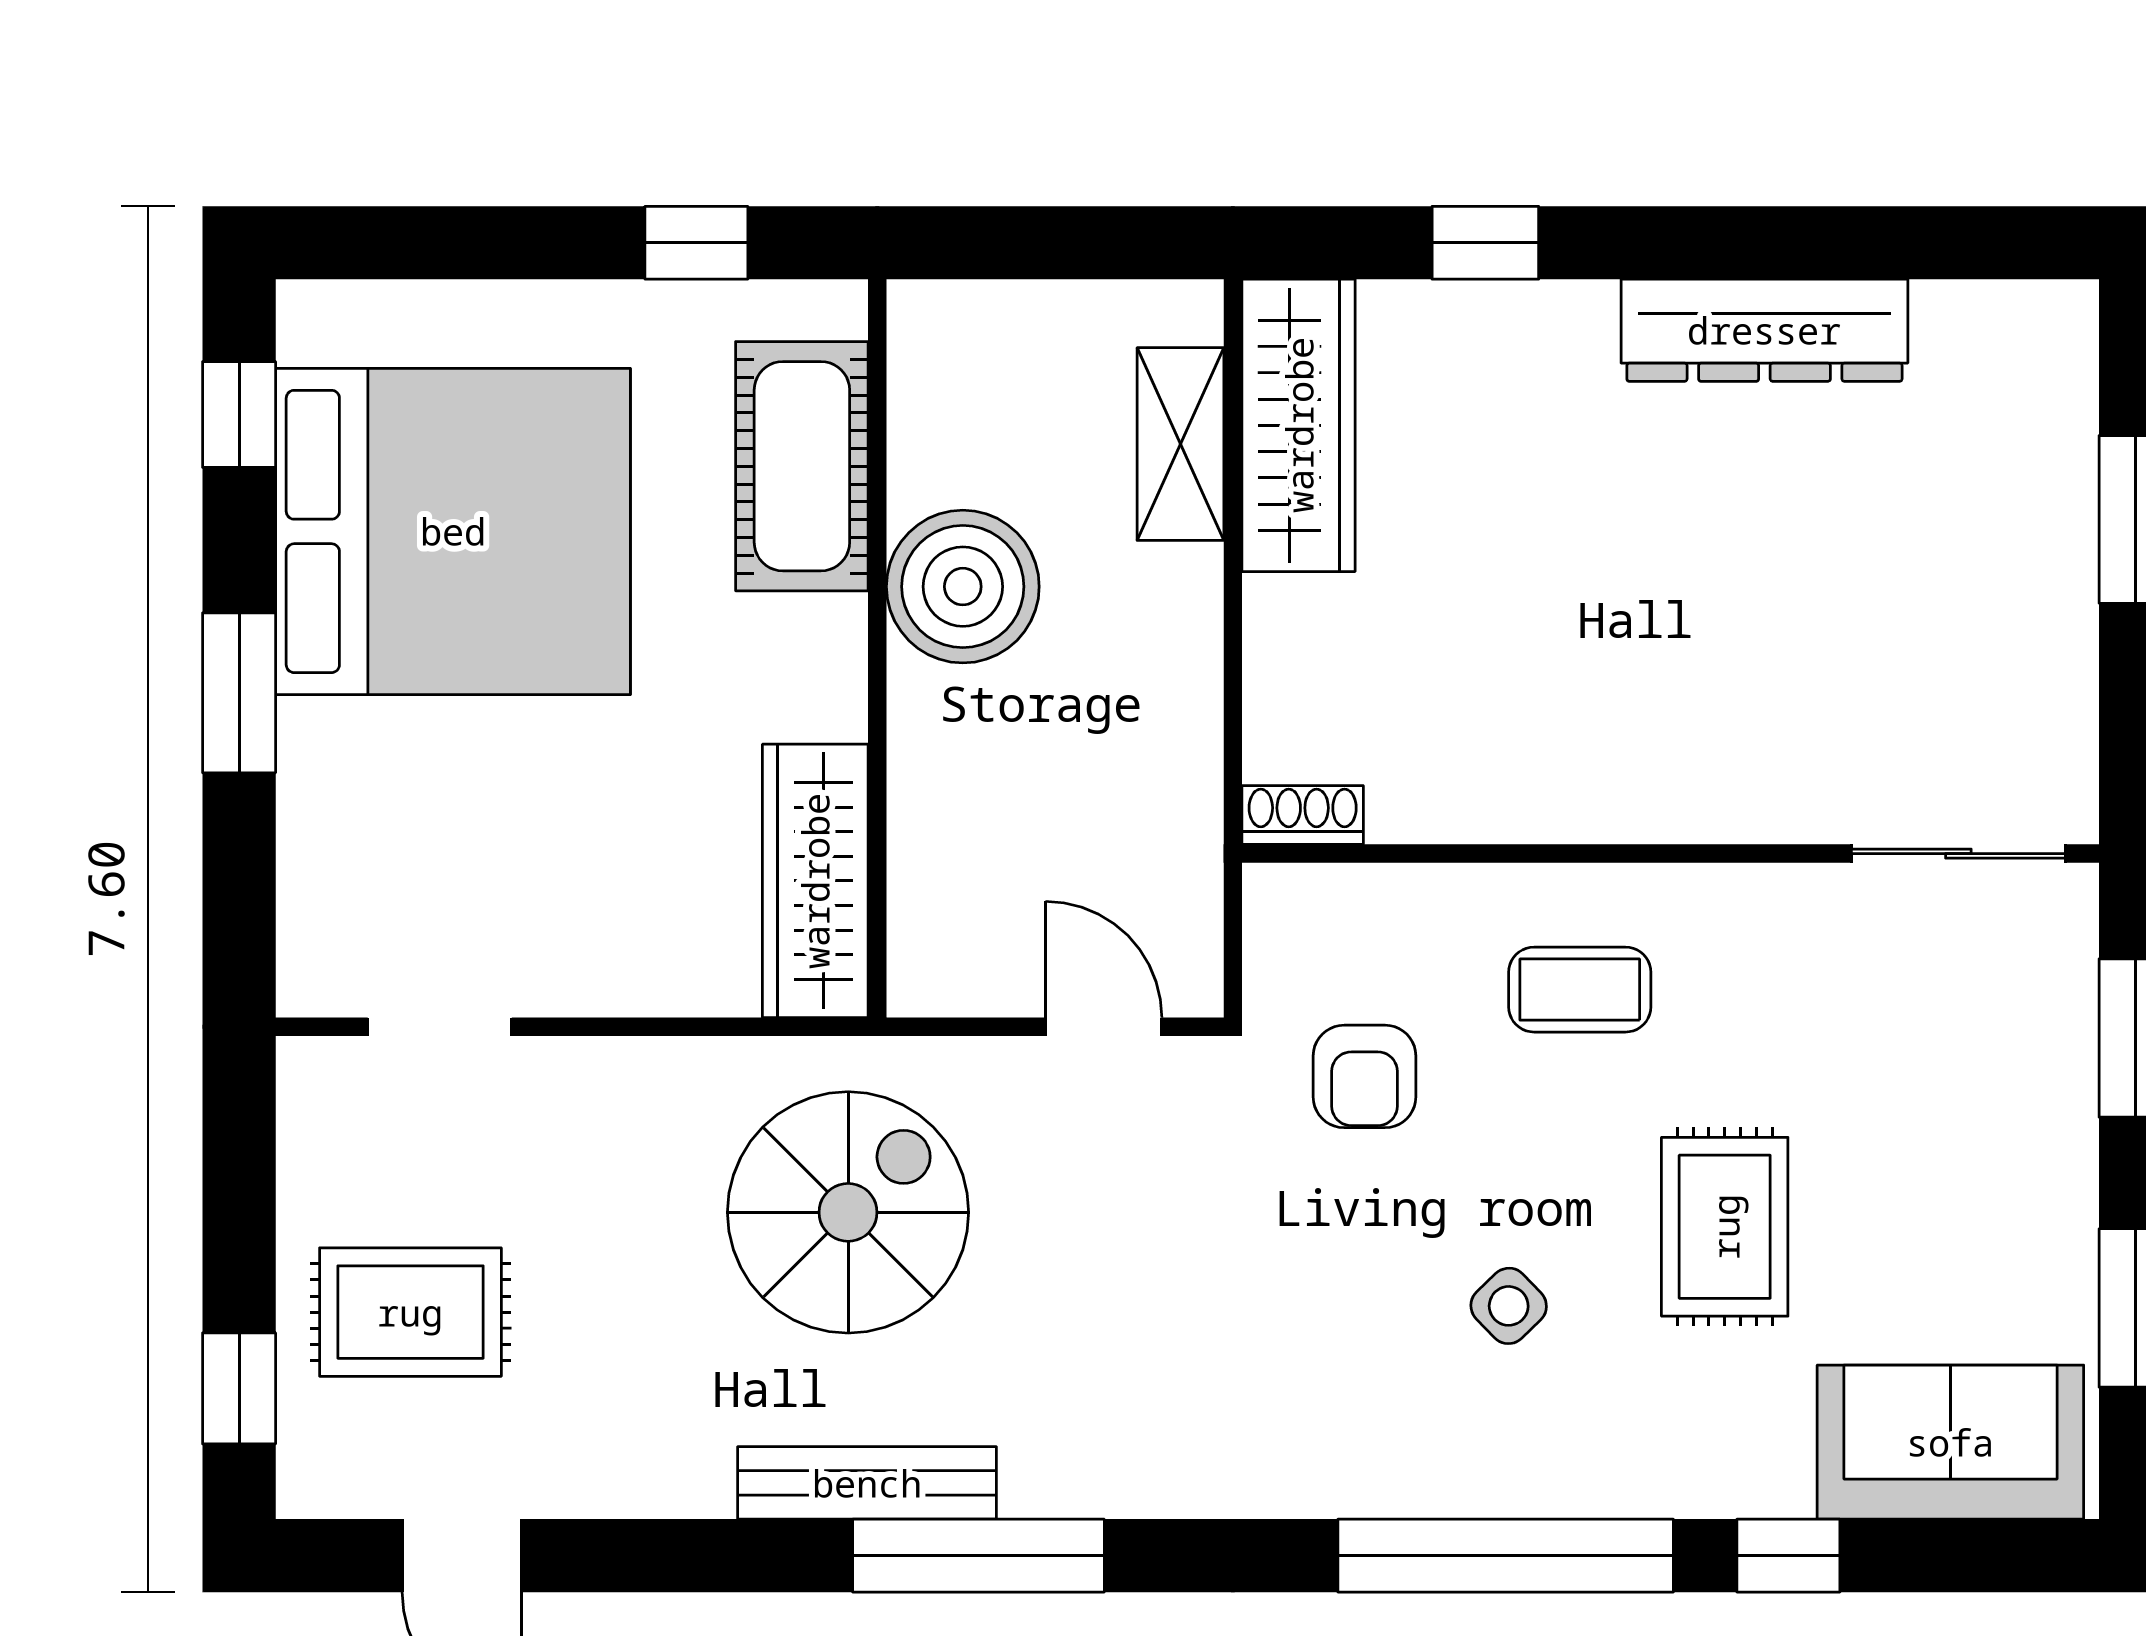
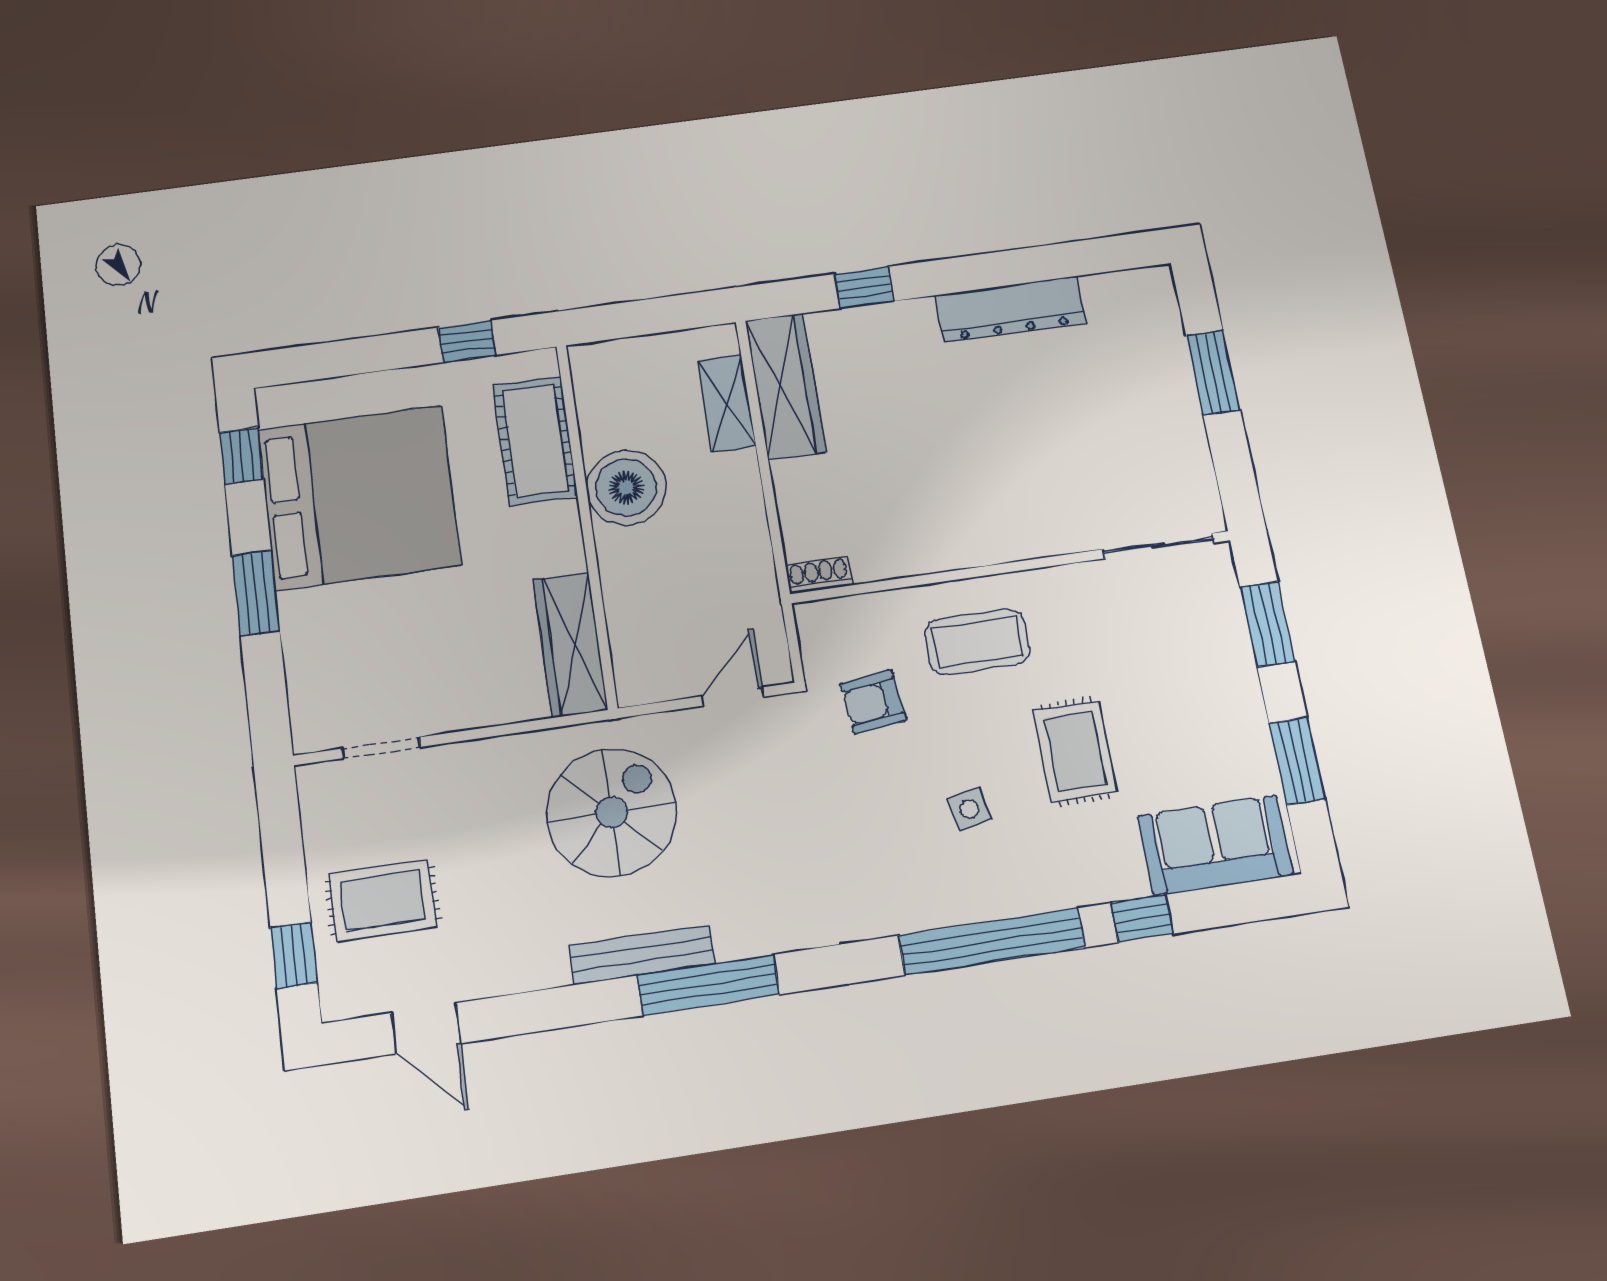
coffee table: (1580, 990) -> (977, 642), width x1.36, depth x1.30
door: (1104, 1027) -> (733, 697), hinge flipped
armchair: (1365, 1076) -> (873, 702), turned 83
side table: (1509, 1306) -> (970, 809), turned 31

